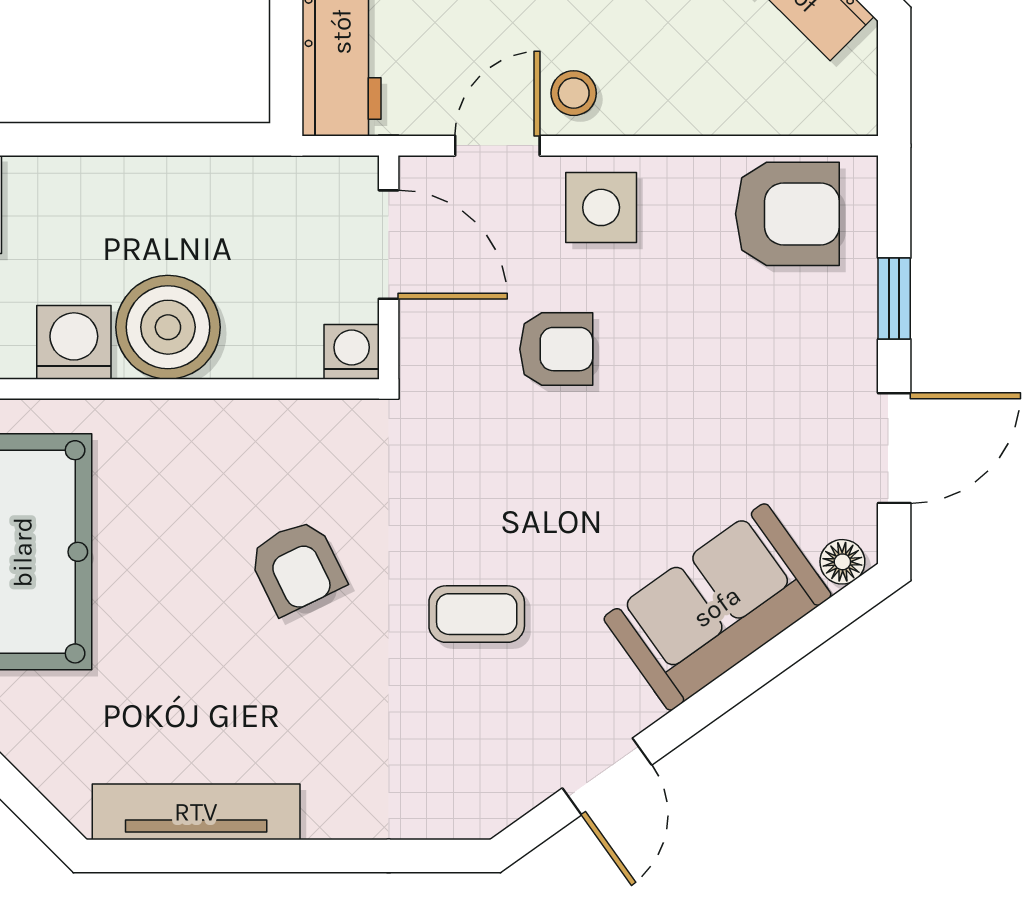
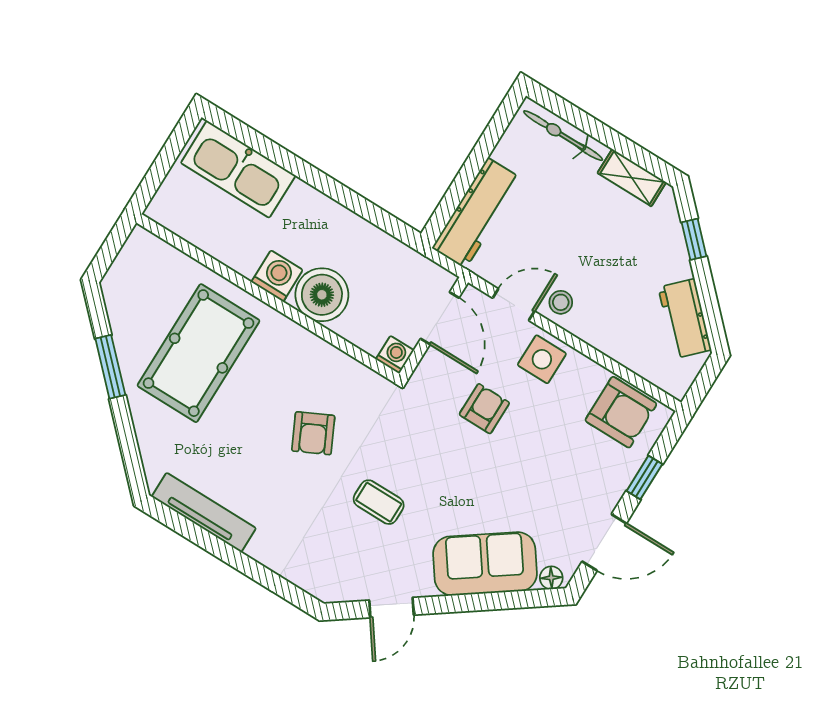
armchair: (556, 349) -> (484, 409), turned -90

